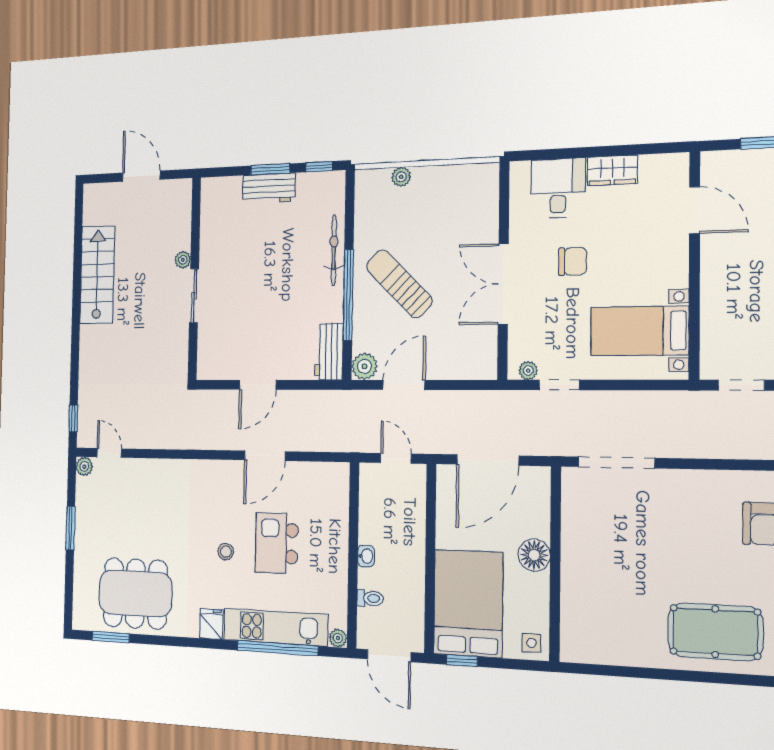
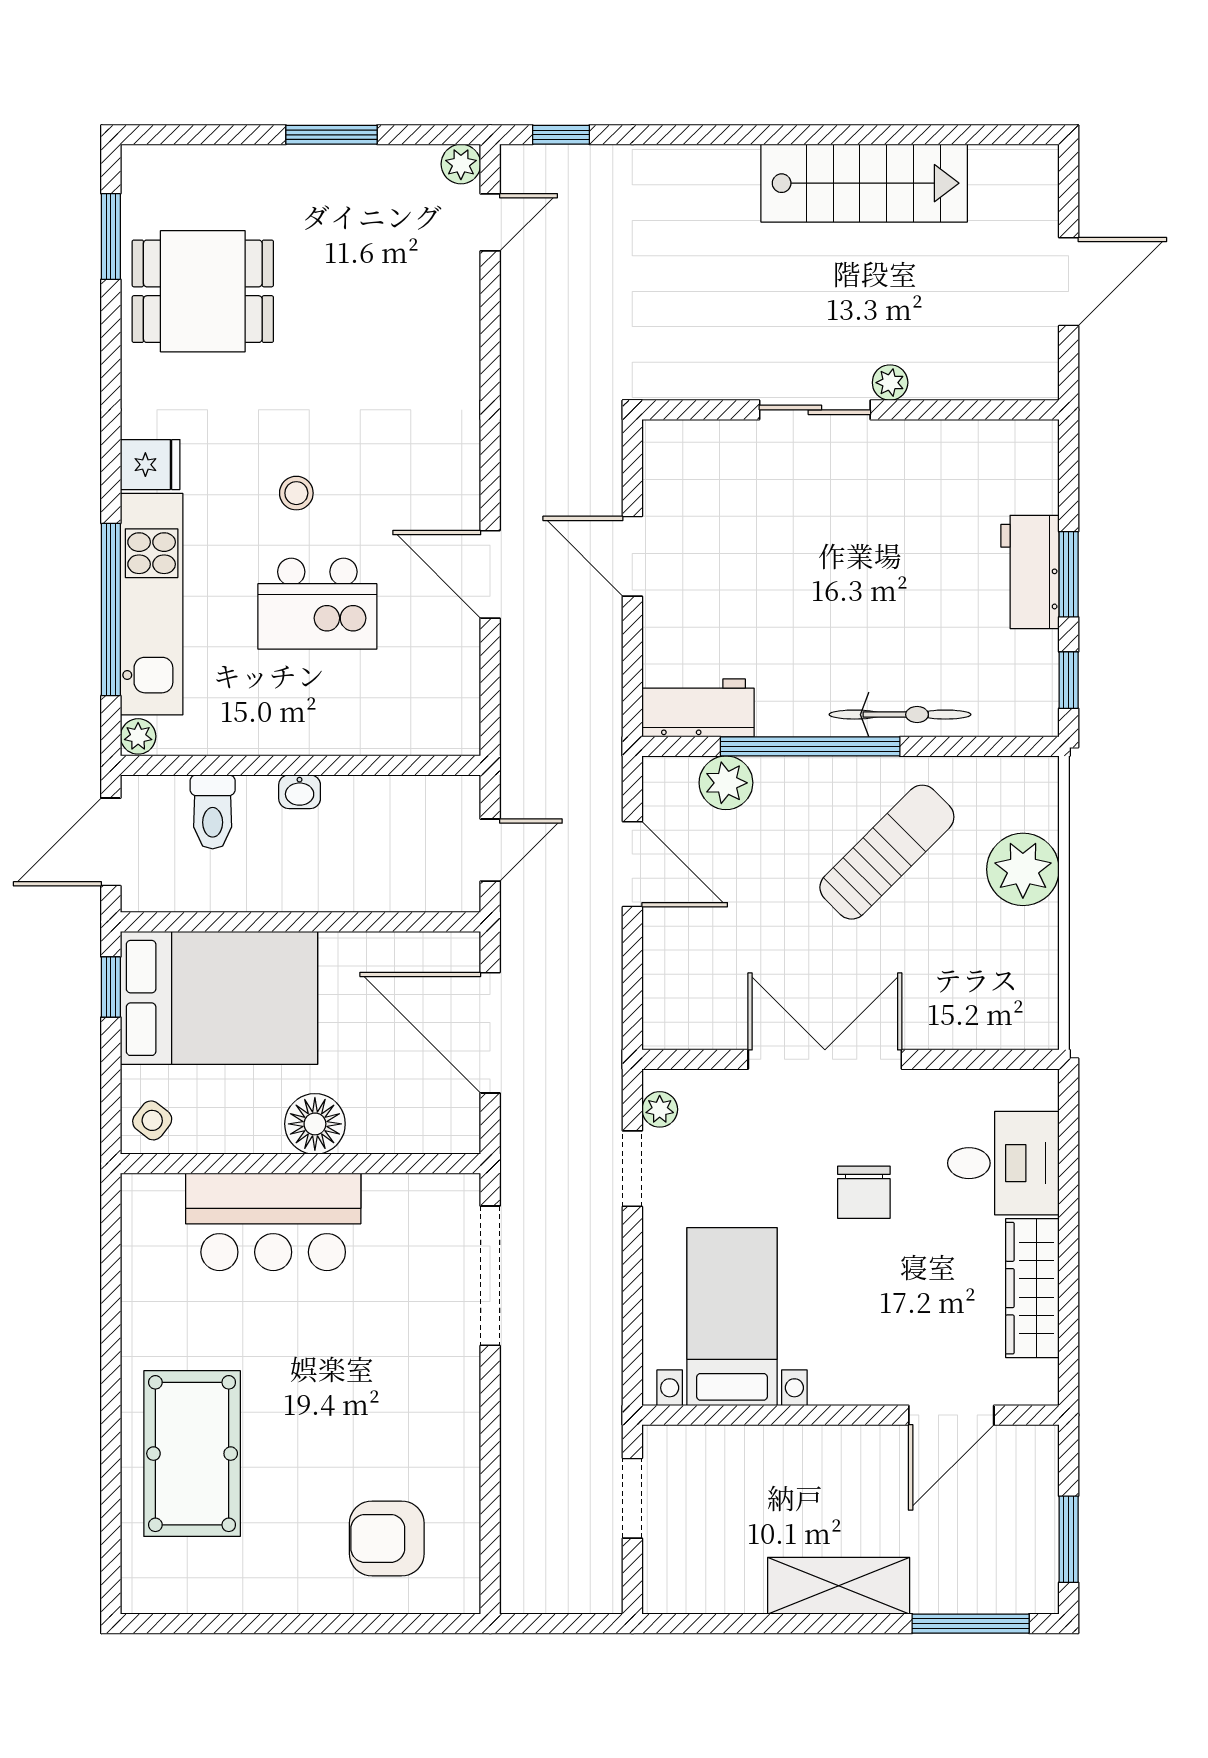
wardrobe: (612, 170) -> (1032, 1288), width x1.50
plant: (401, 177) -> (1023, 869), width x1.88, depth x1.88
sun lounger: (399, 284) -> (887, 852), moved
plant: (365, 366) -> (726, 783), moved
kitchen island: (277, 543) -> (317, 604), turned 180
bar counter: (586, 580) -> (273, 1222), added
dining table: (135, 593) -> (203, 291), width x0.73
toilet: (370, 598) -> (213, 812), width x1.37, depth x1.39
side table: (531, 643) -> (152, 1120), turned 38

